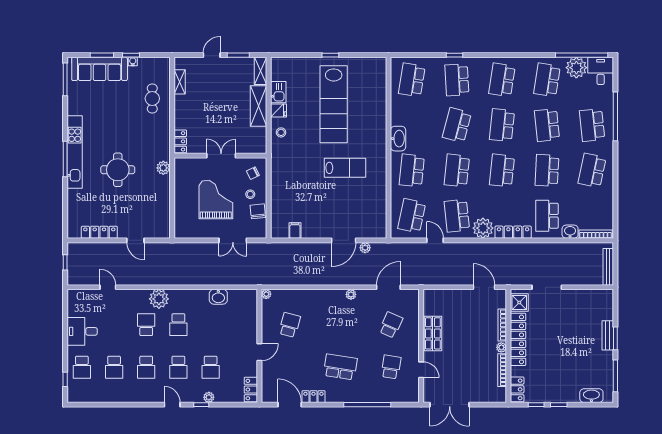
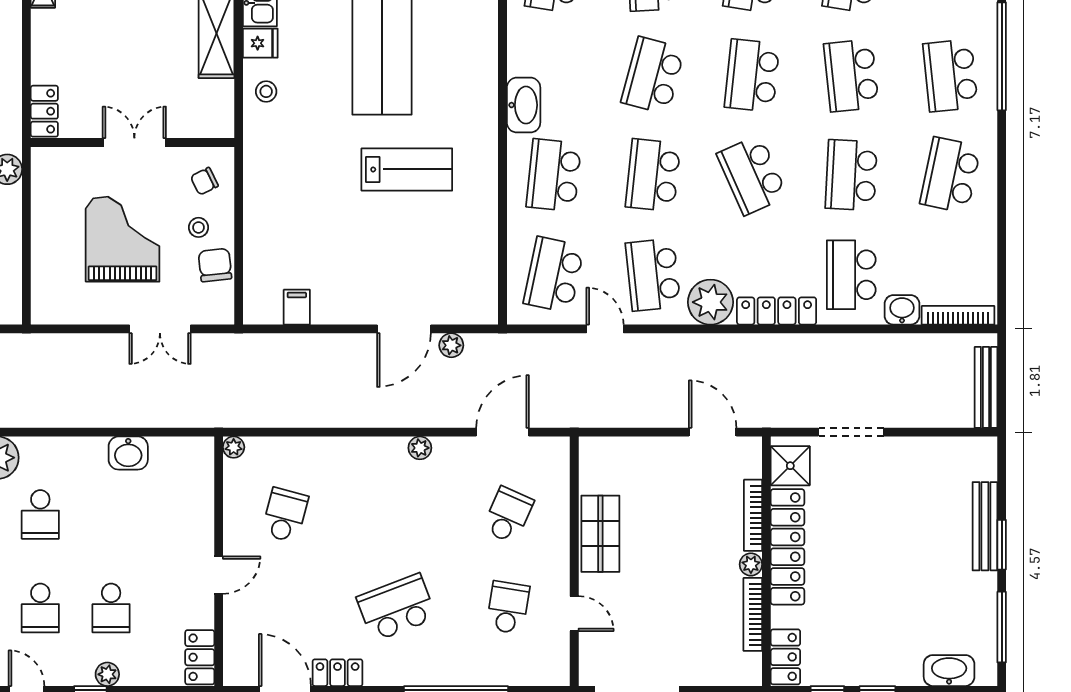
school desk: (502, 170) -> (752, 175), turned -30
bench: (608, 335) -> (985, 526), width x1.36
school desk: (340, 367) -> (396, 607), turned -30

